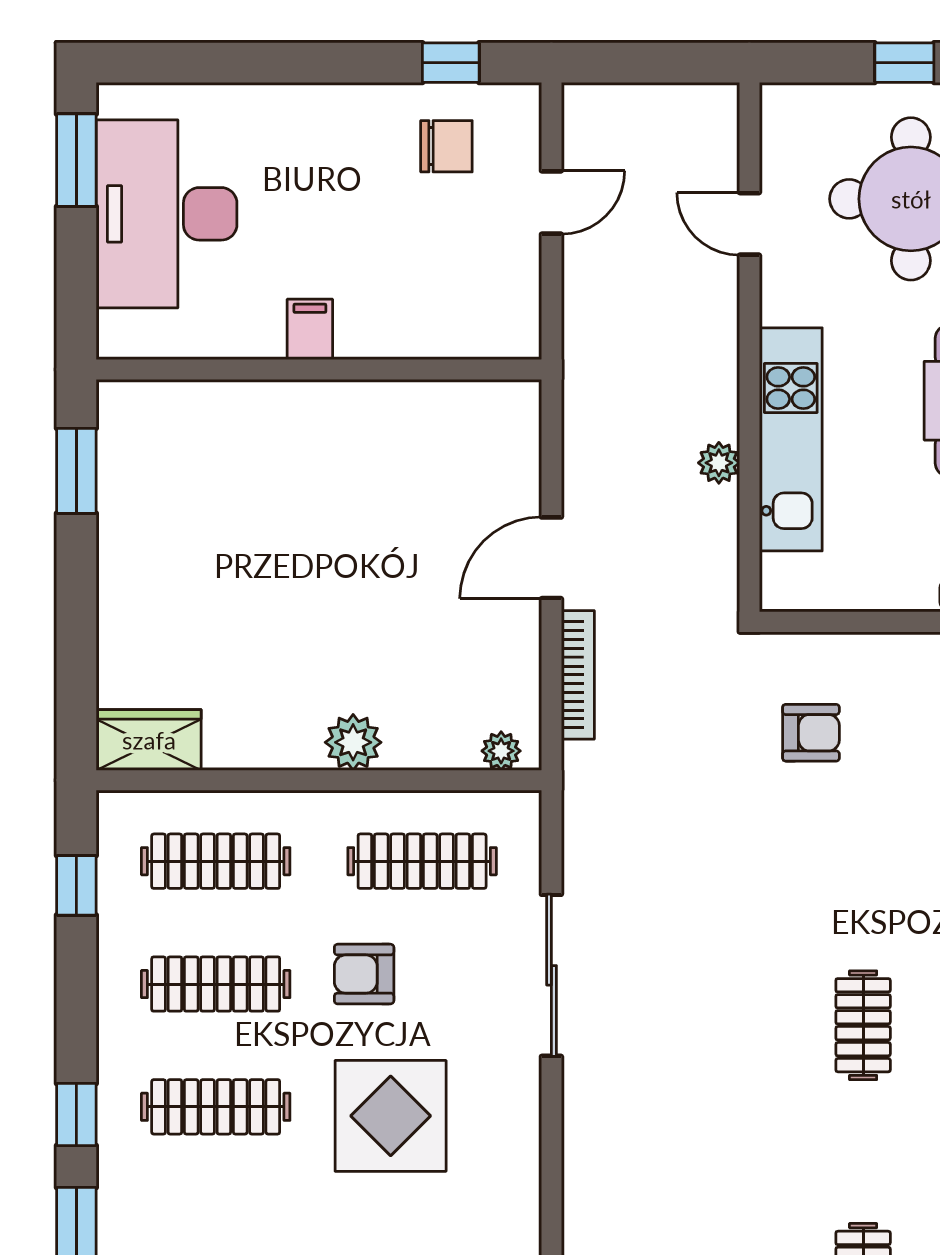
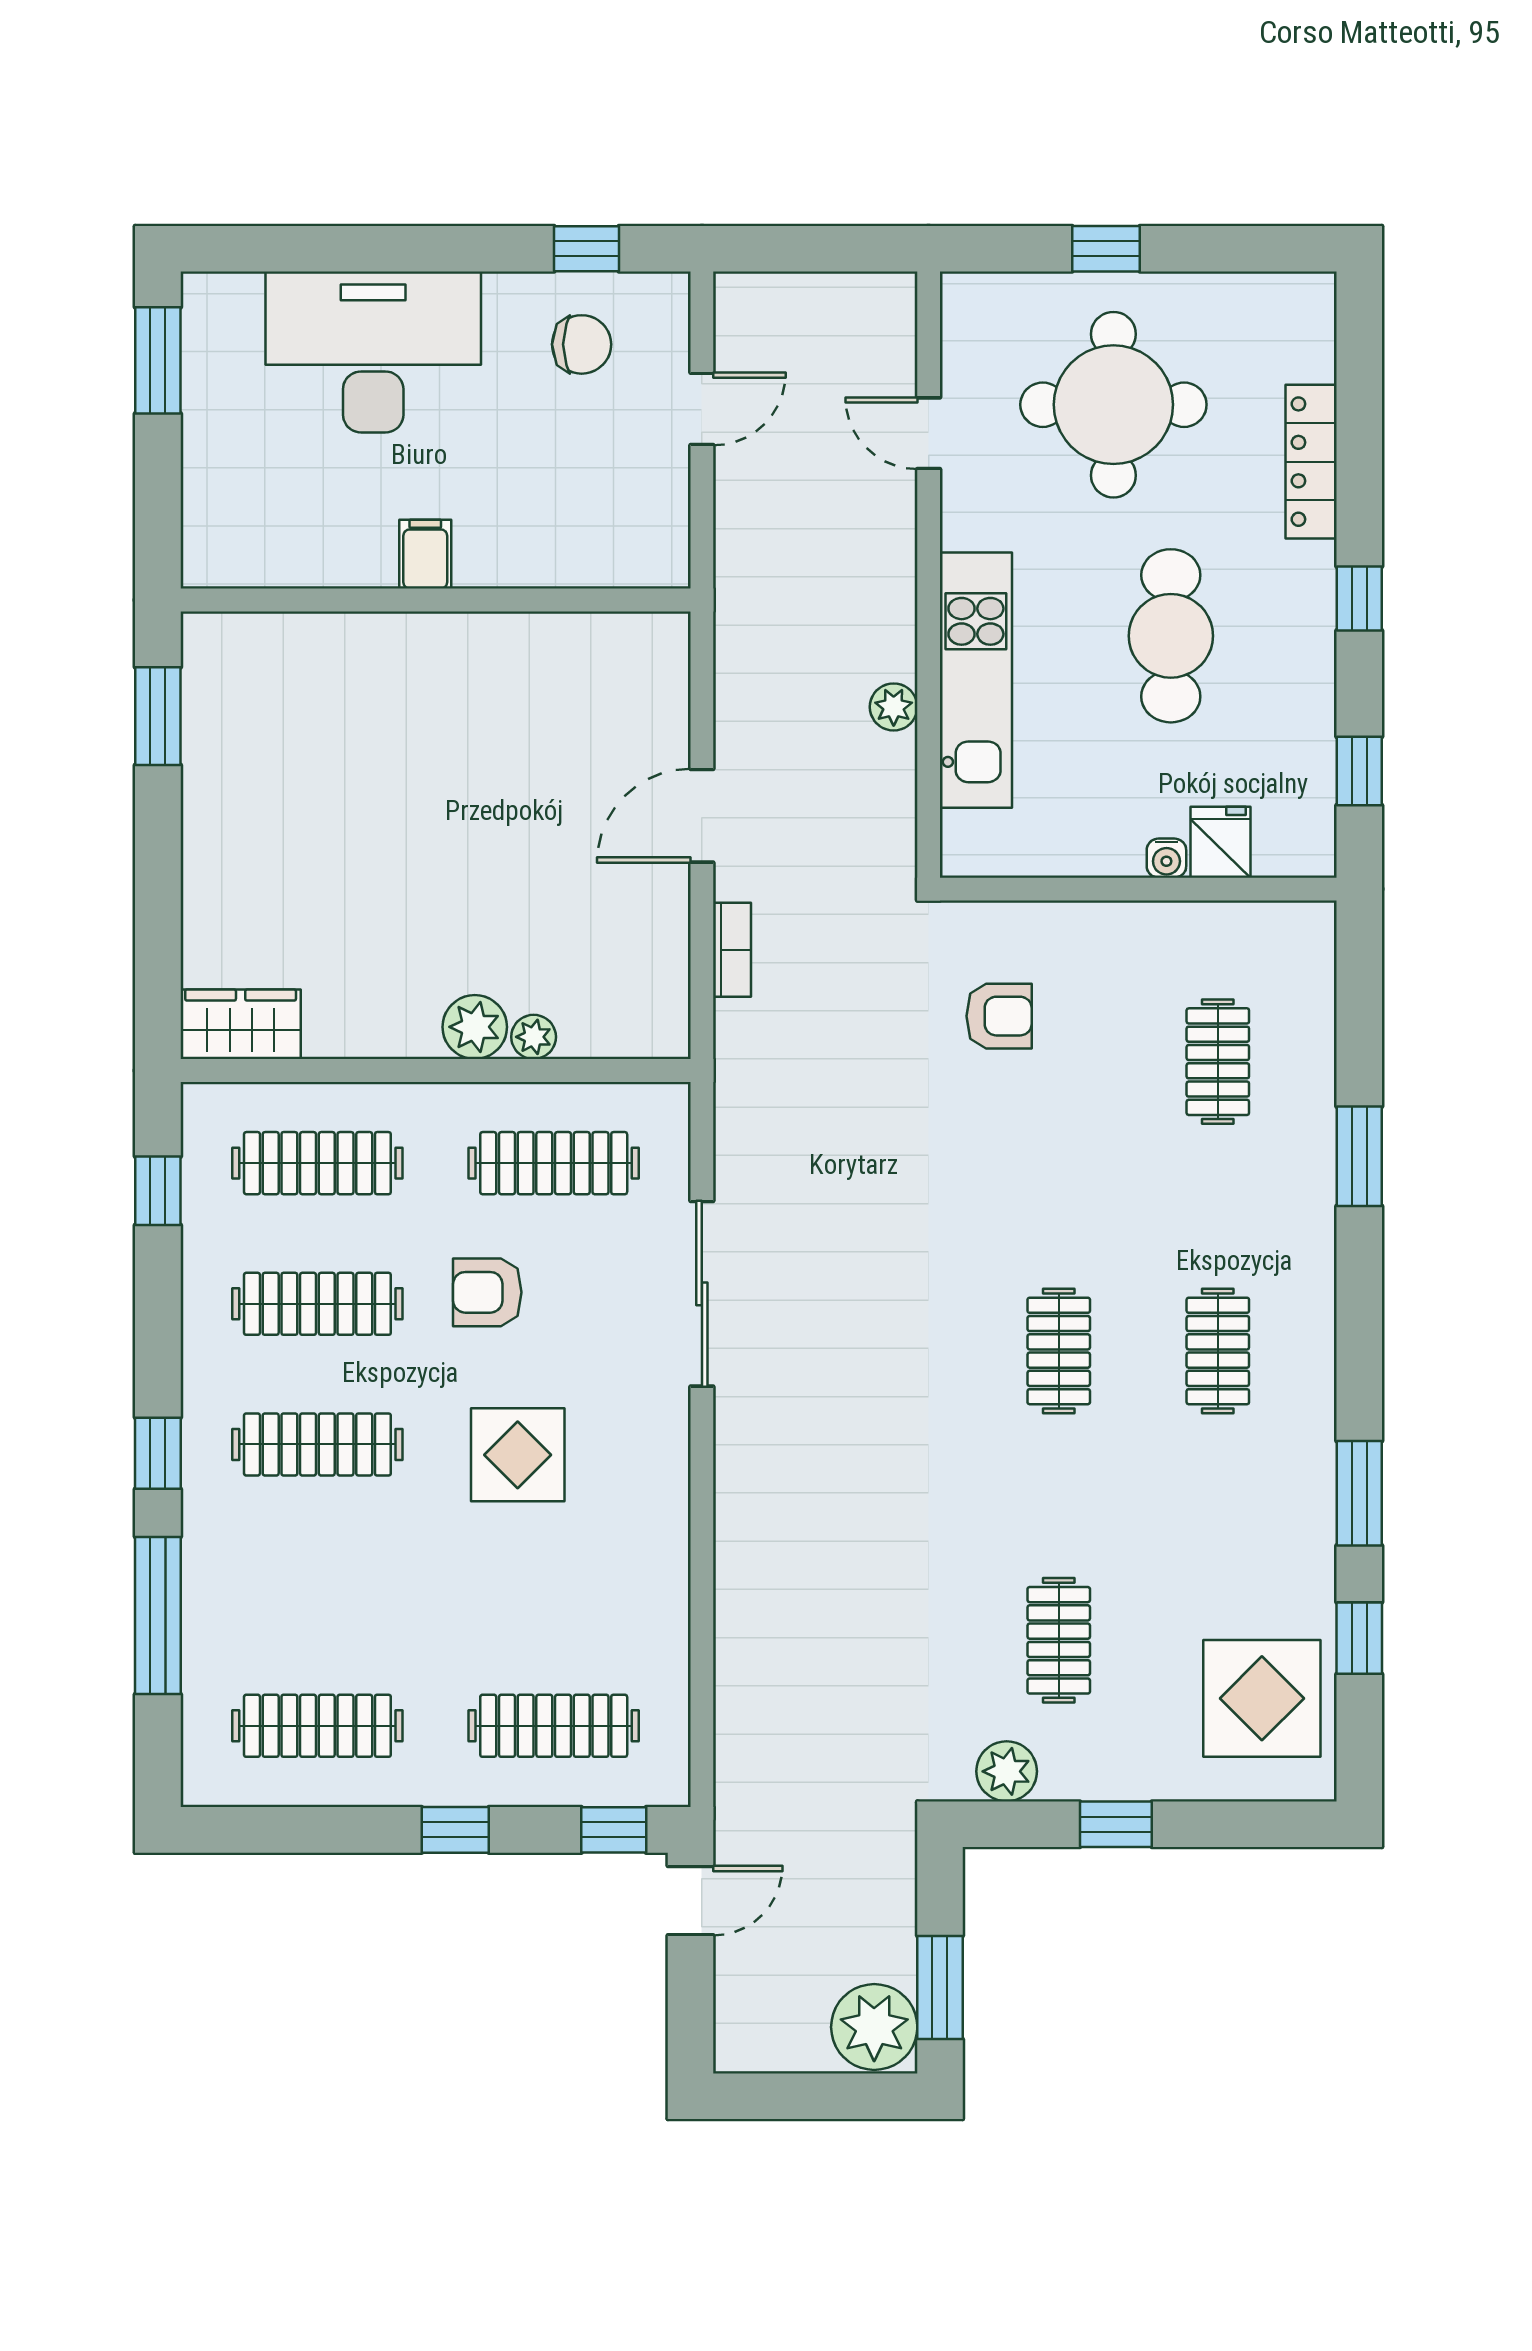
desk: (167, 214) -> (373, 352), moved, turned 90
bookcase: (578, 675) -> (732, 950), width x0.64
plant: (501, 751) -> (534, 1037), moved
display table: (391, 1116) -> (518, 1455), width x0.73, depth x0.73

